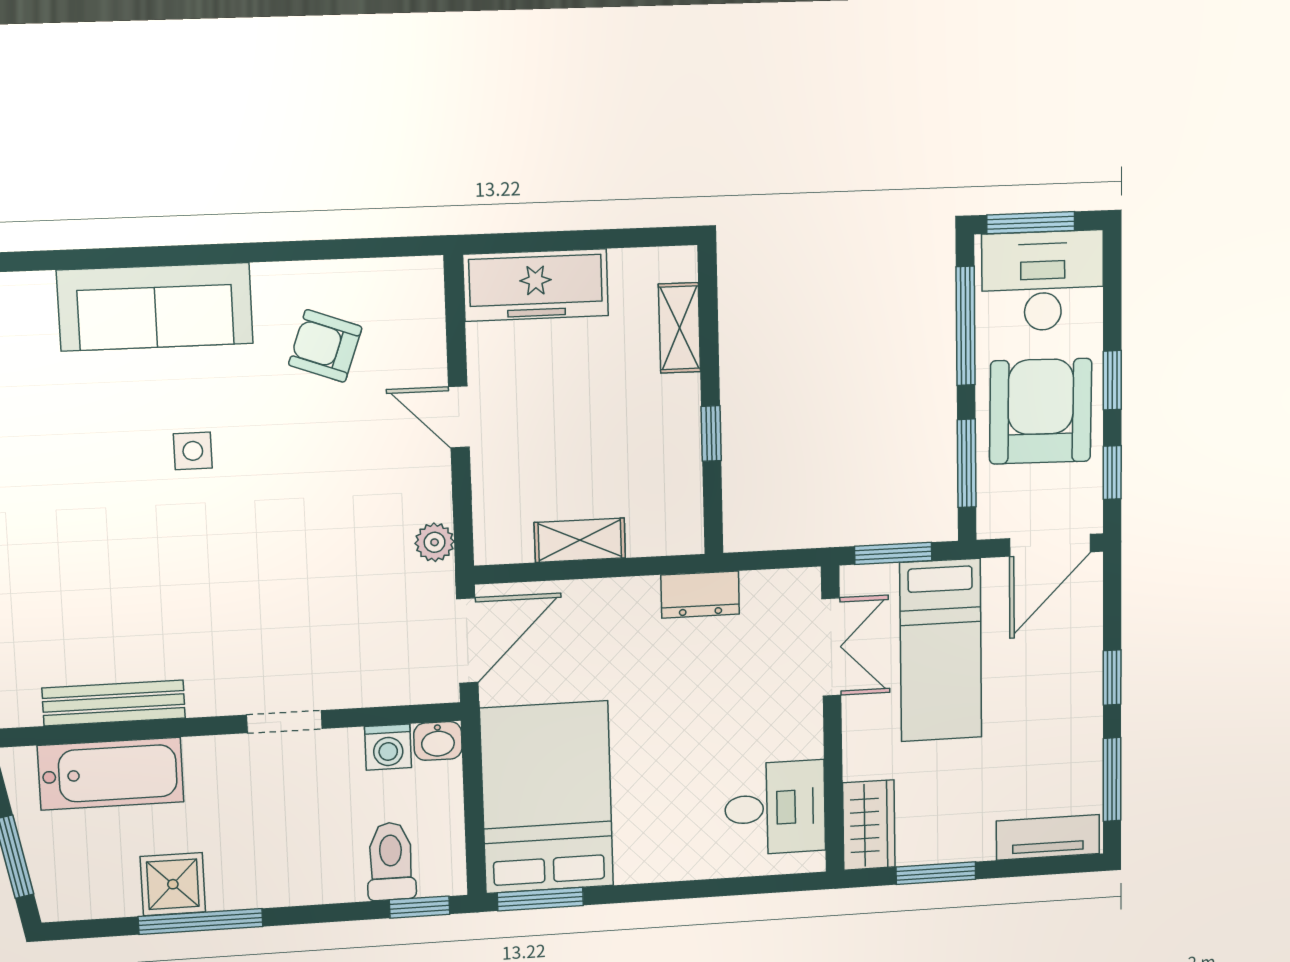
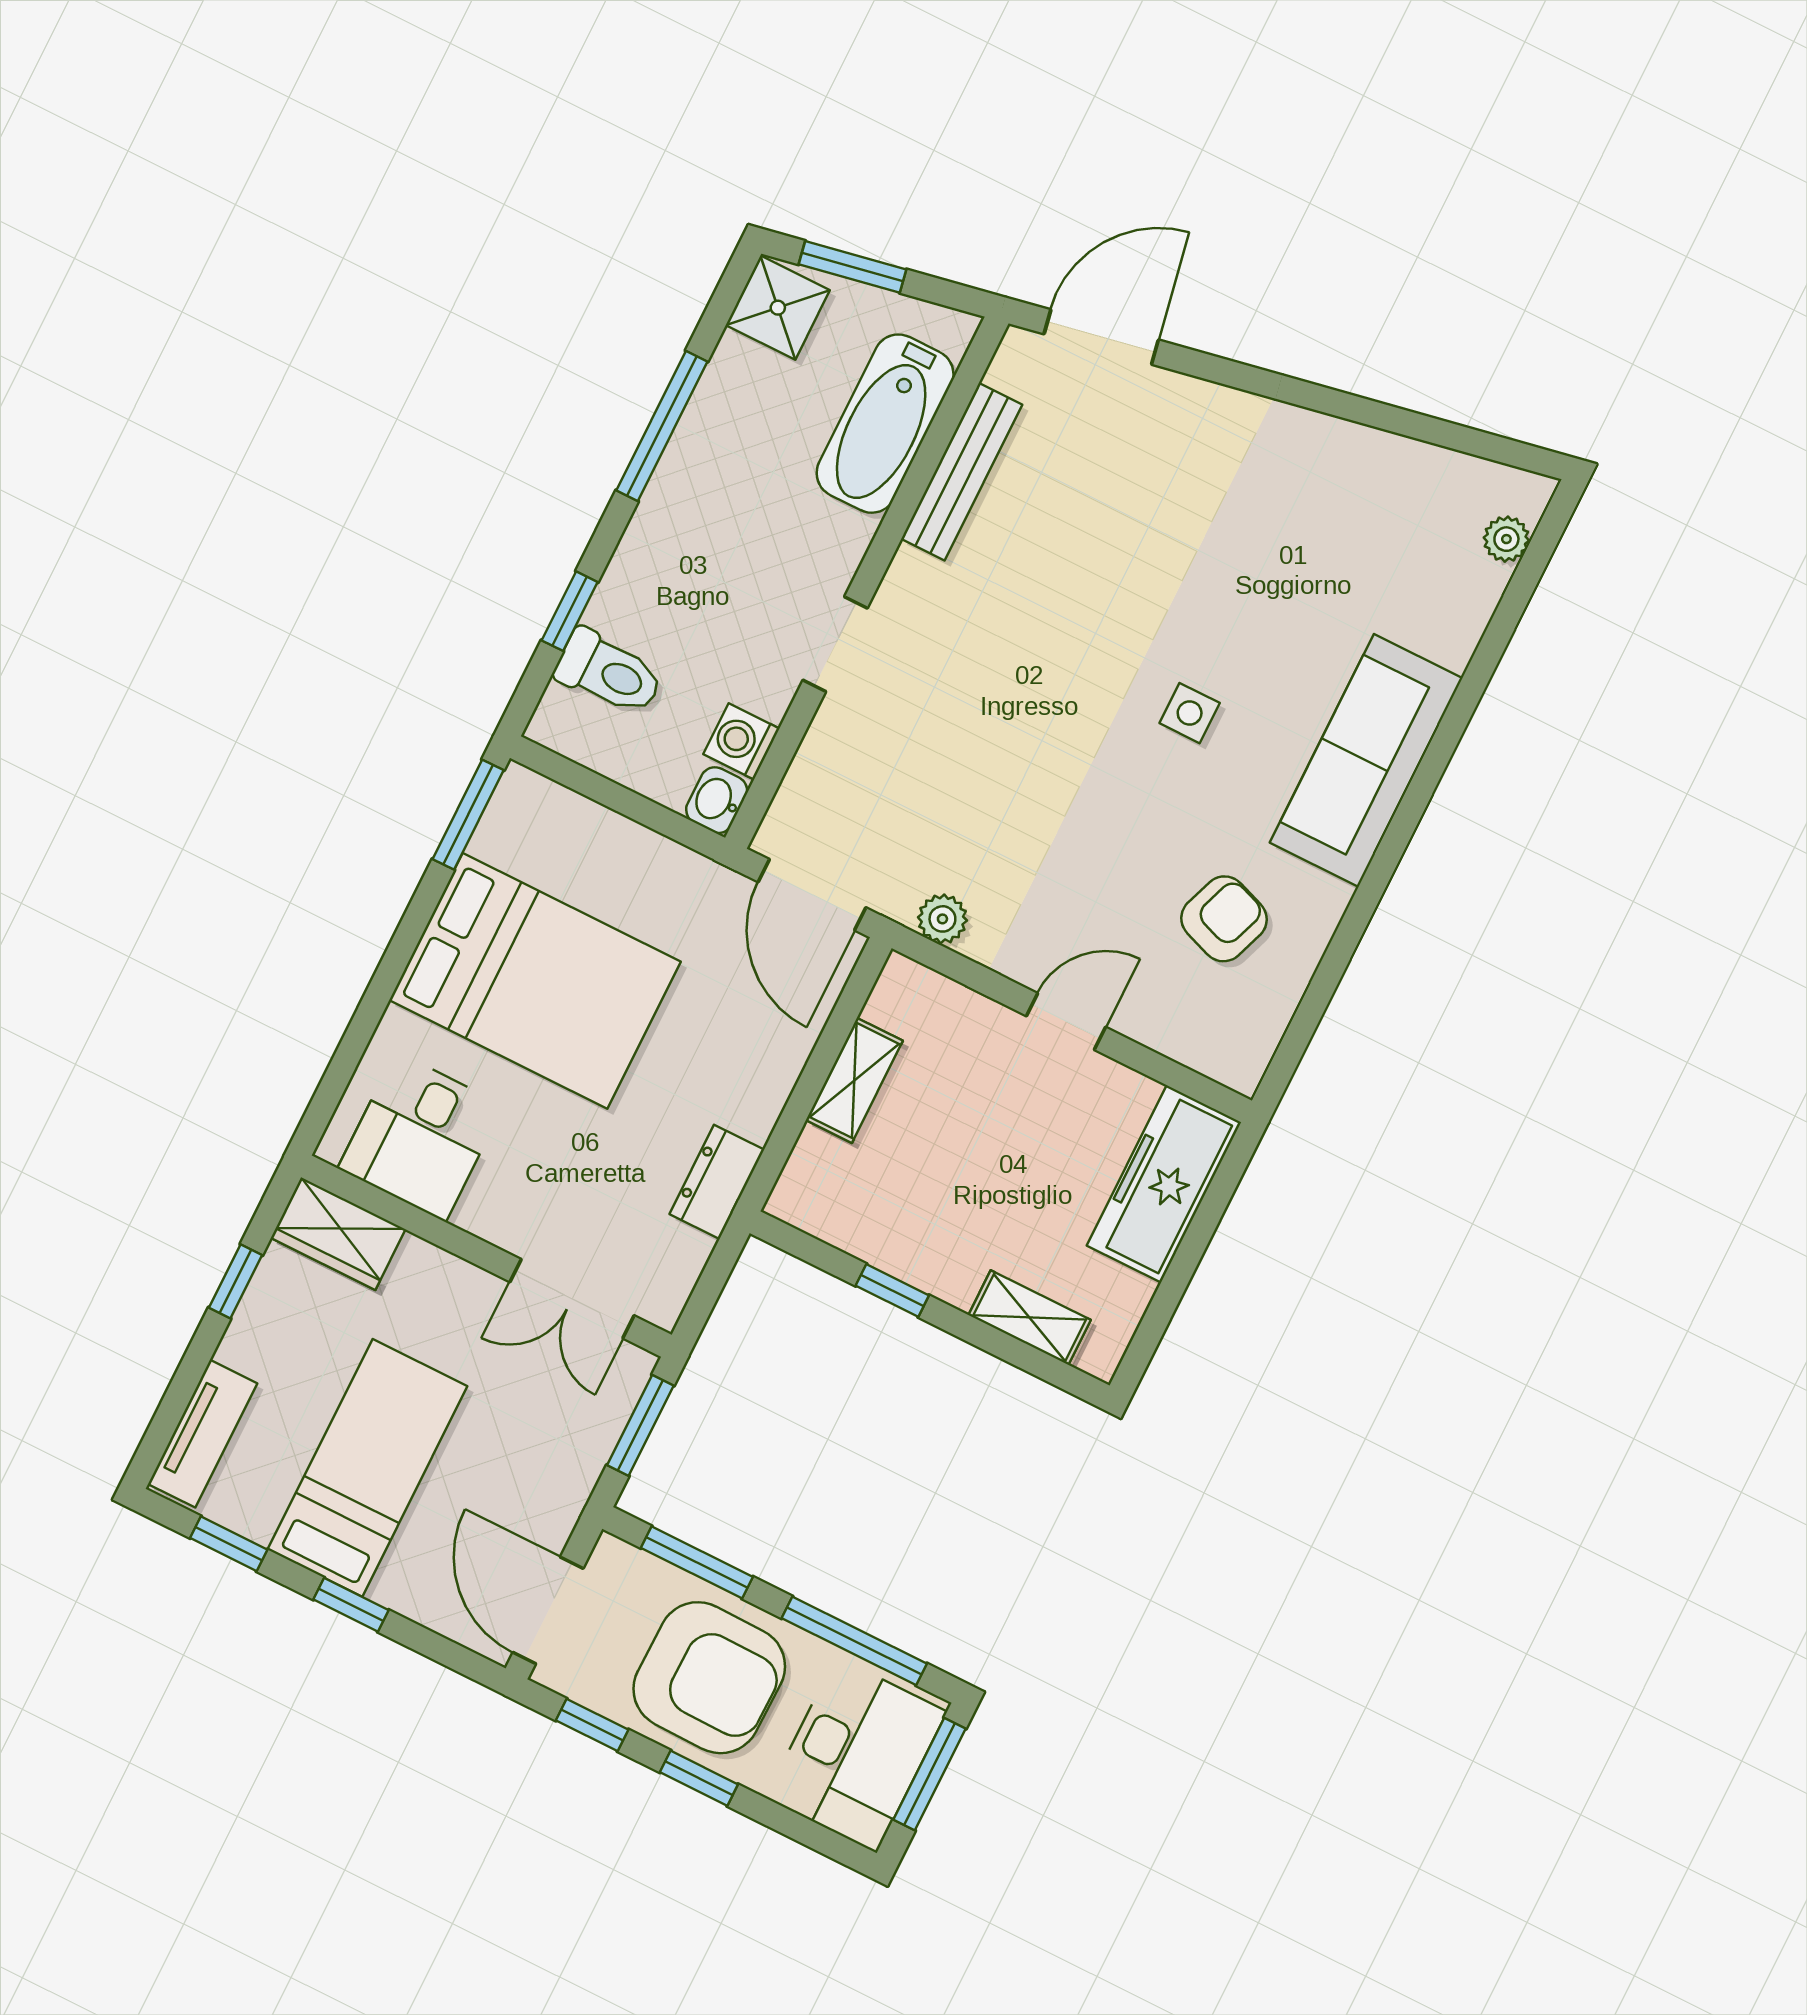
bed: (941, 650) -> (367, 1468), moved, turned 90
window: (1112, 779) -> (229, 1544), width x0.67
bed: (547, 797) -> (535, 981), moved
window: (936, 873) -> (235, 1281), width x0.67
shower: (173, 884) -> (778, 308), moved
window: (420, 907) -> (570, 611), moved

